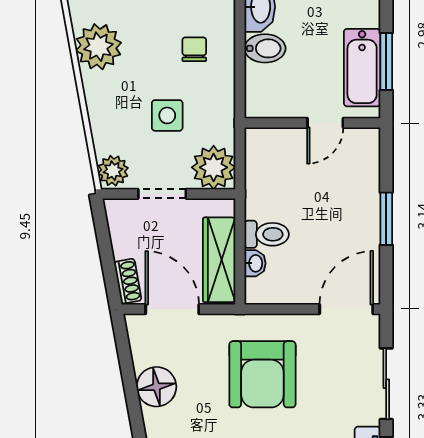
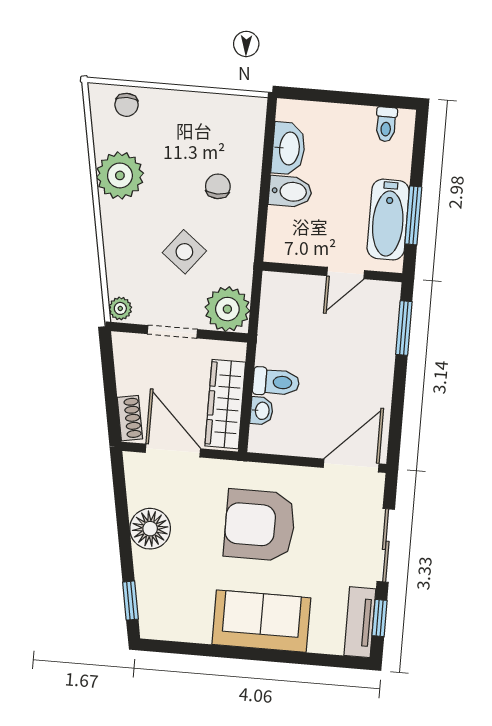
side table: (167, 115) -> (184, 252), turned 38
plant: (113, 171) -> (120, 308), width x0.73, depth x0.73
window: (386, 219) -> (404, 328), moved
armchair: (262, 374) -> (260, 525), turned 90

